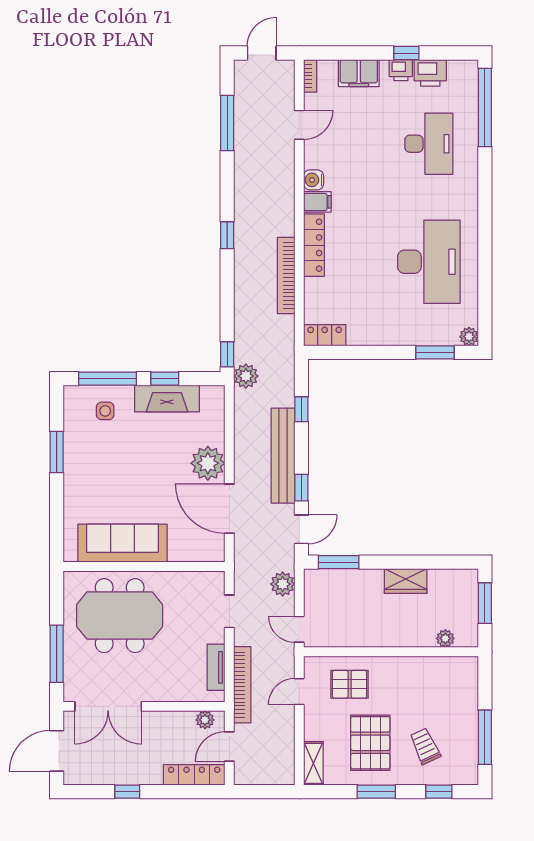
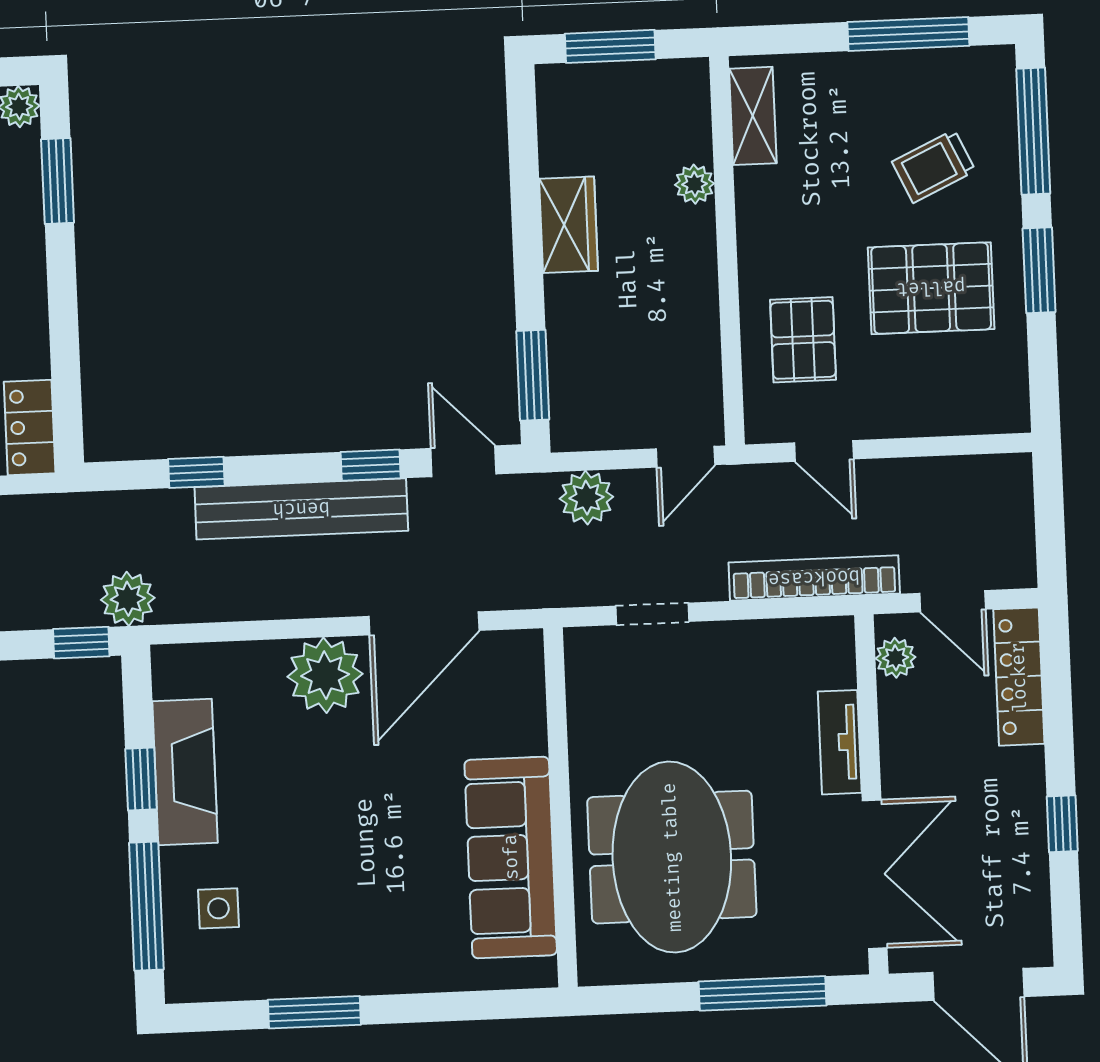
plant: (445, 638) -> (695, 184), moved
tv unit: (216, 667) -> (840, 742), moved, turned 90
shelving: (313, 763) -> (753, 116), moved, turned 90
window: (439, 792) -> (1033, 131), width x2.17

